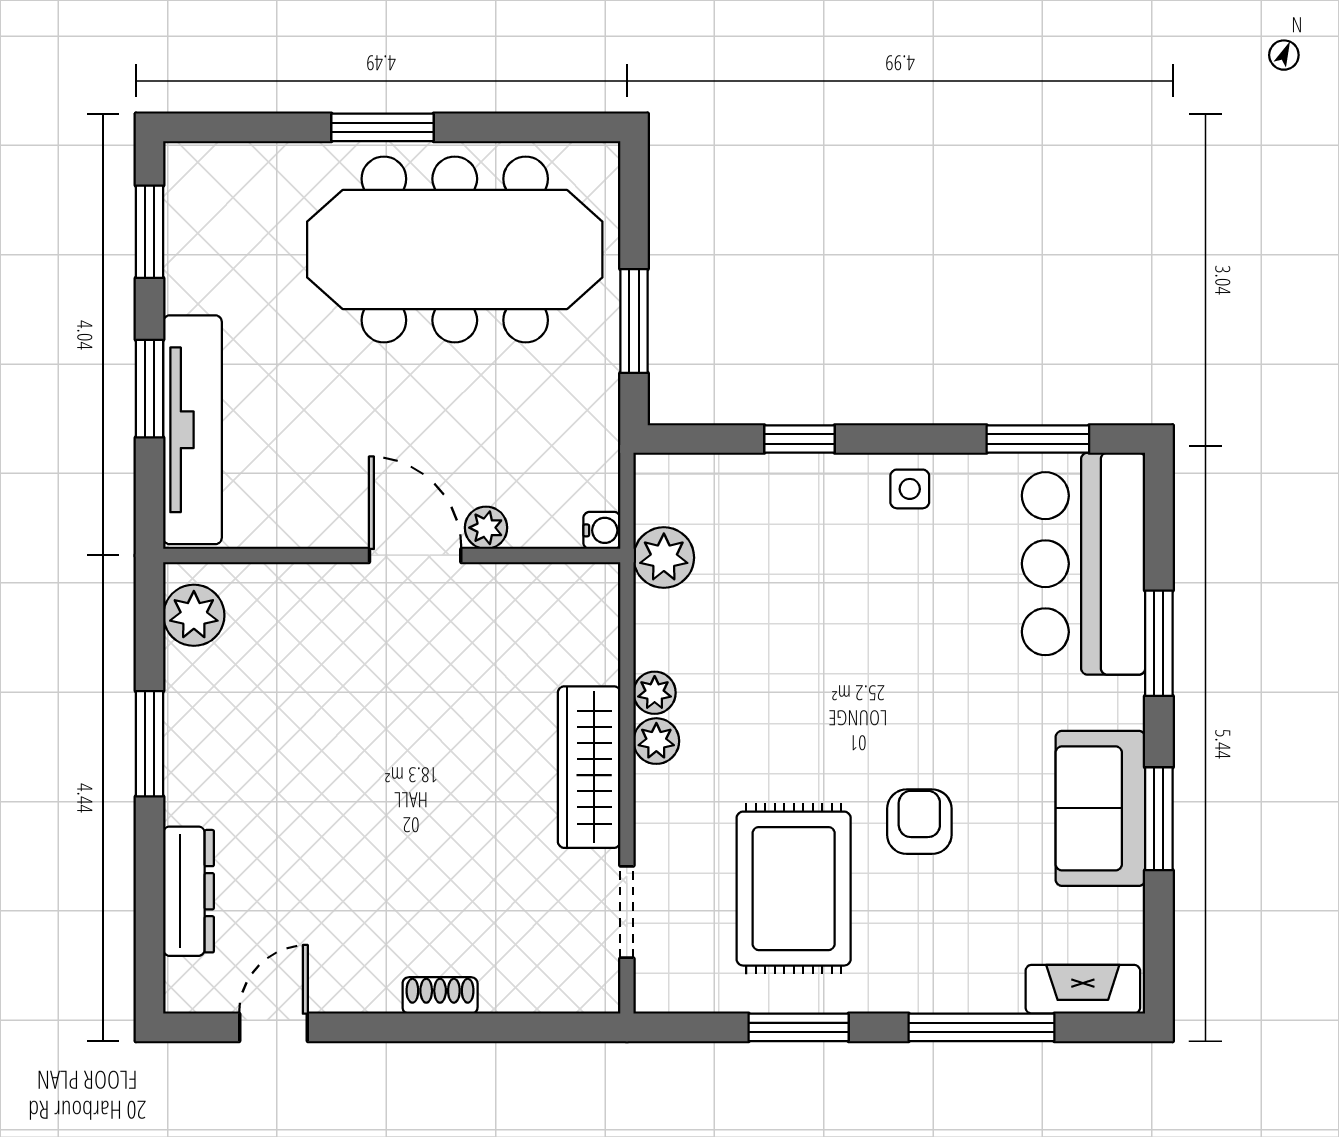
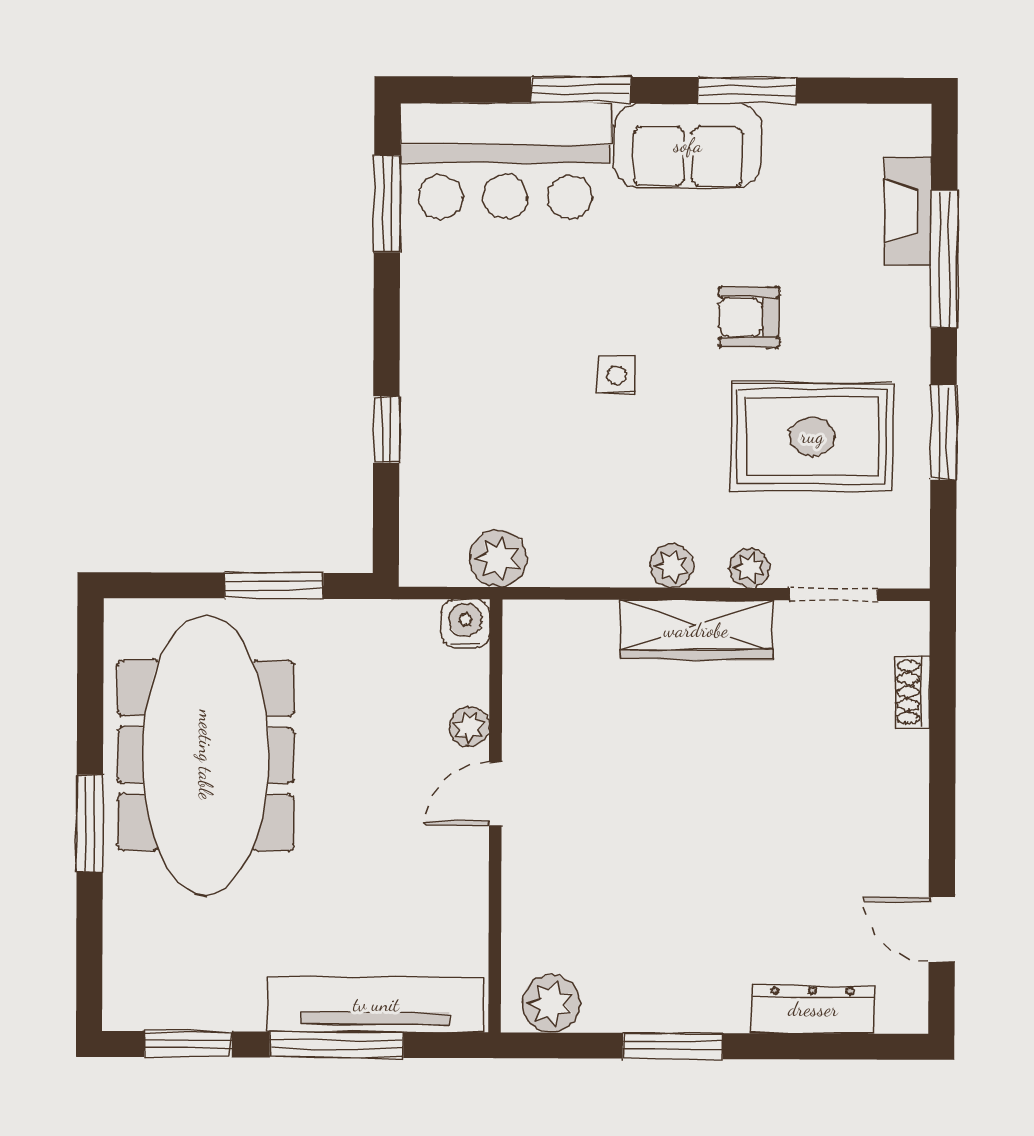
window: (150, 389) -> (337, 1045), width x1.44
side table: (910, 489) -> (616, 375), moved
water cooler: (602, 530) -> (465, 624), width x1.38, depth x1.38
door: (415, 555) -> (495, 794), width x0.73
plant: (655, 693) -> (749, 568), moved
sofa: (1100, 808) -> (688, 145), moved
fireplace: (1083, 989) -> (908, 211), moved
shoe rack: (440, 995) -> (912, 692), moved

